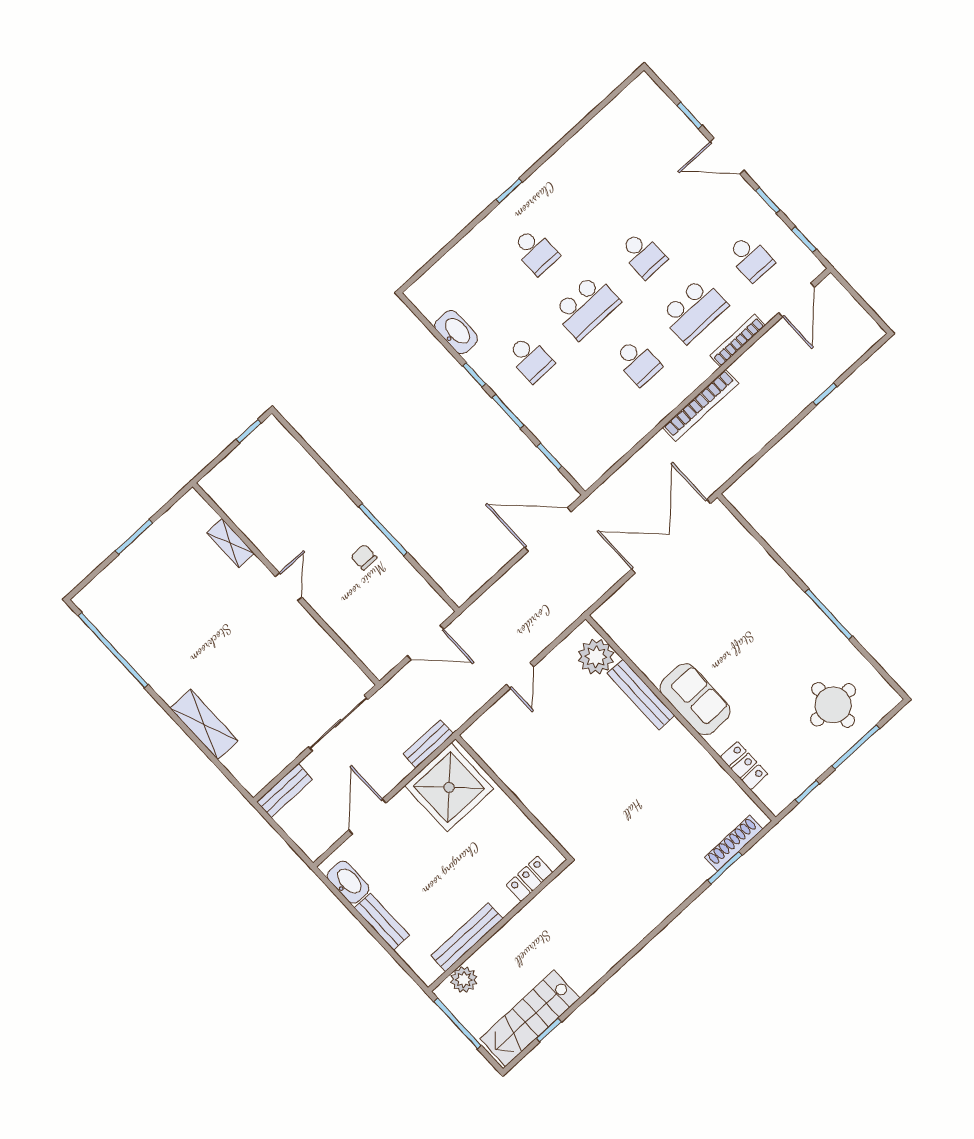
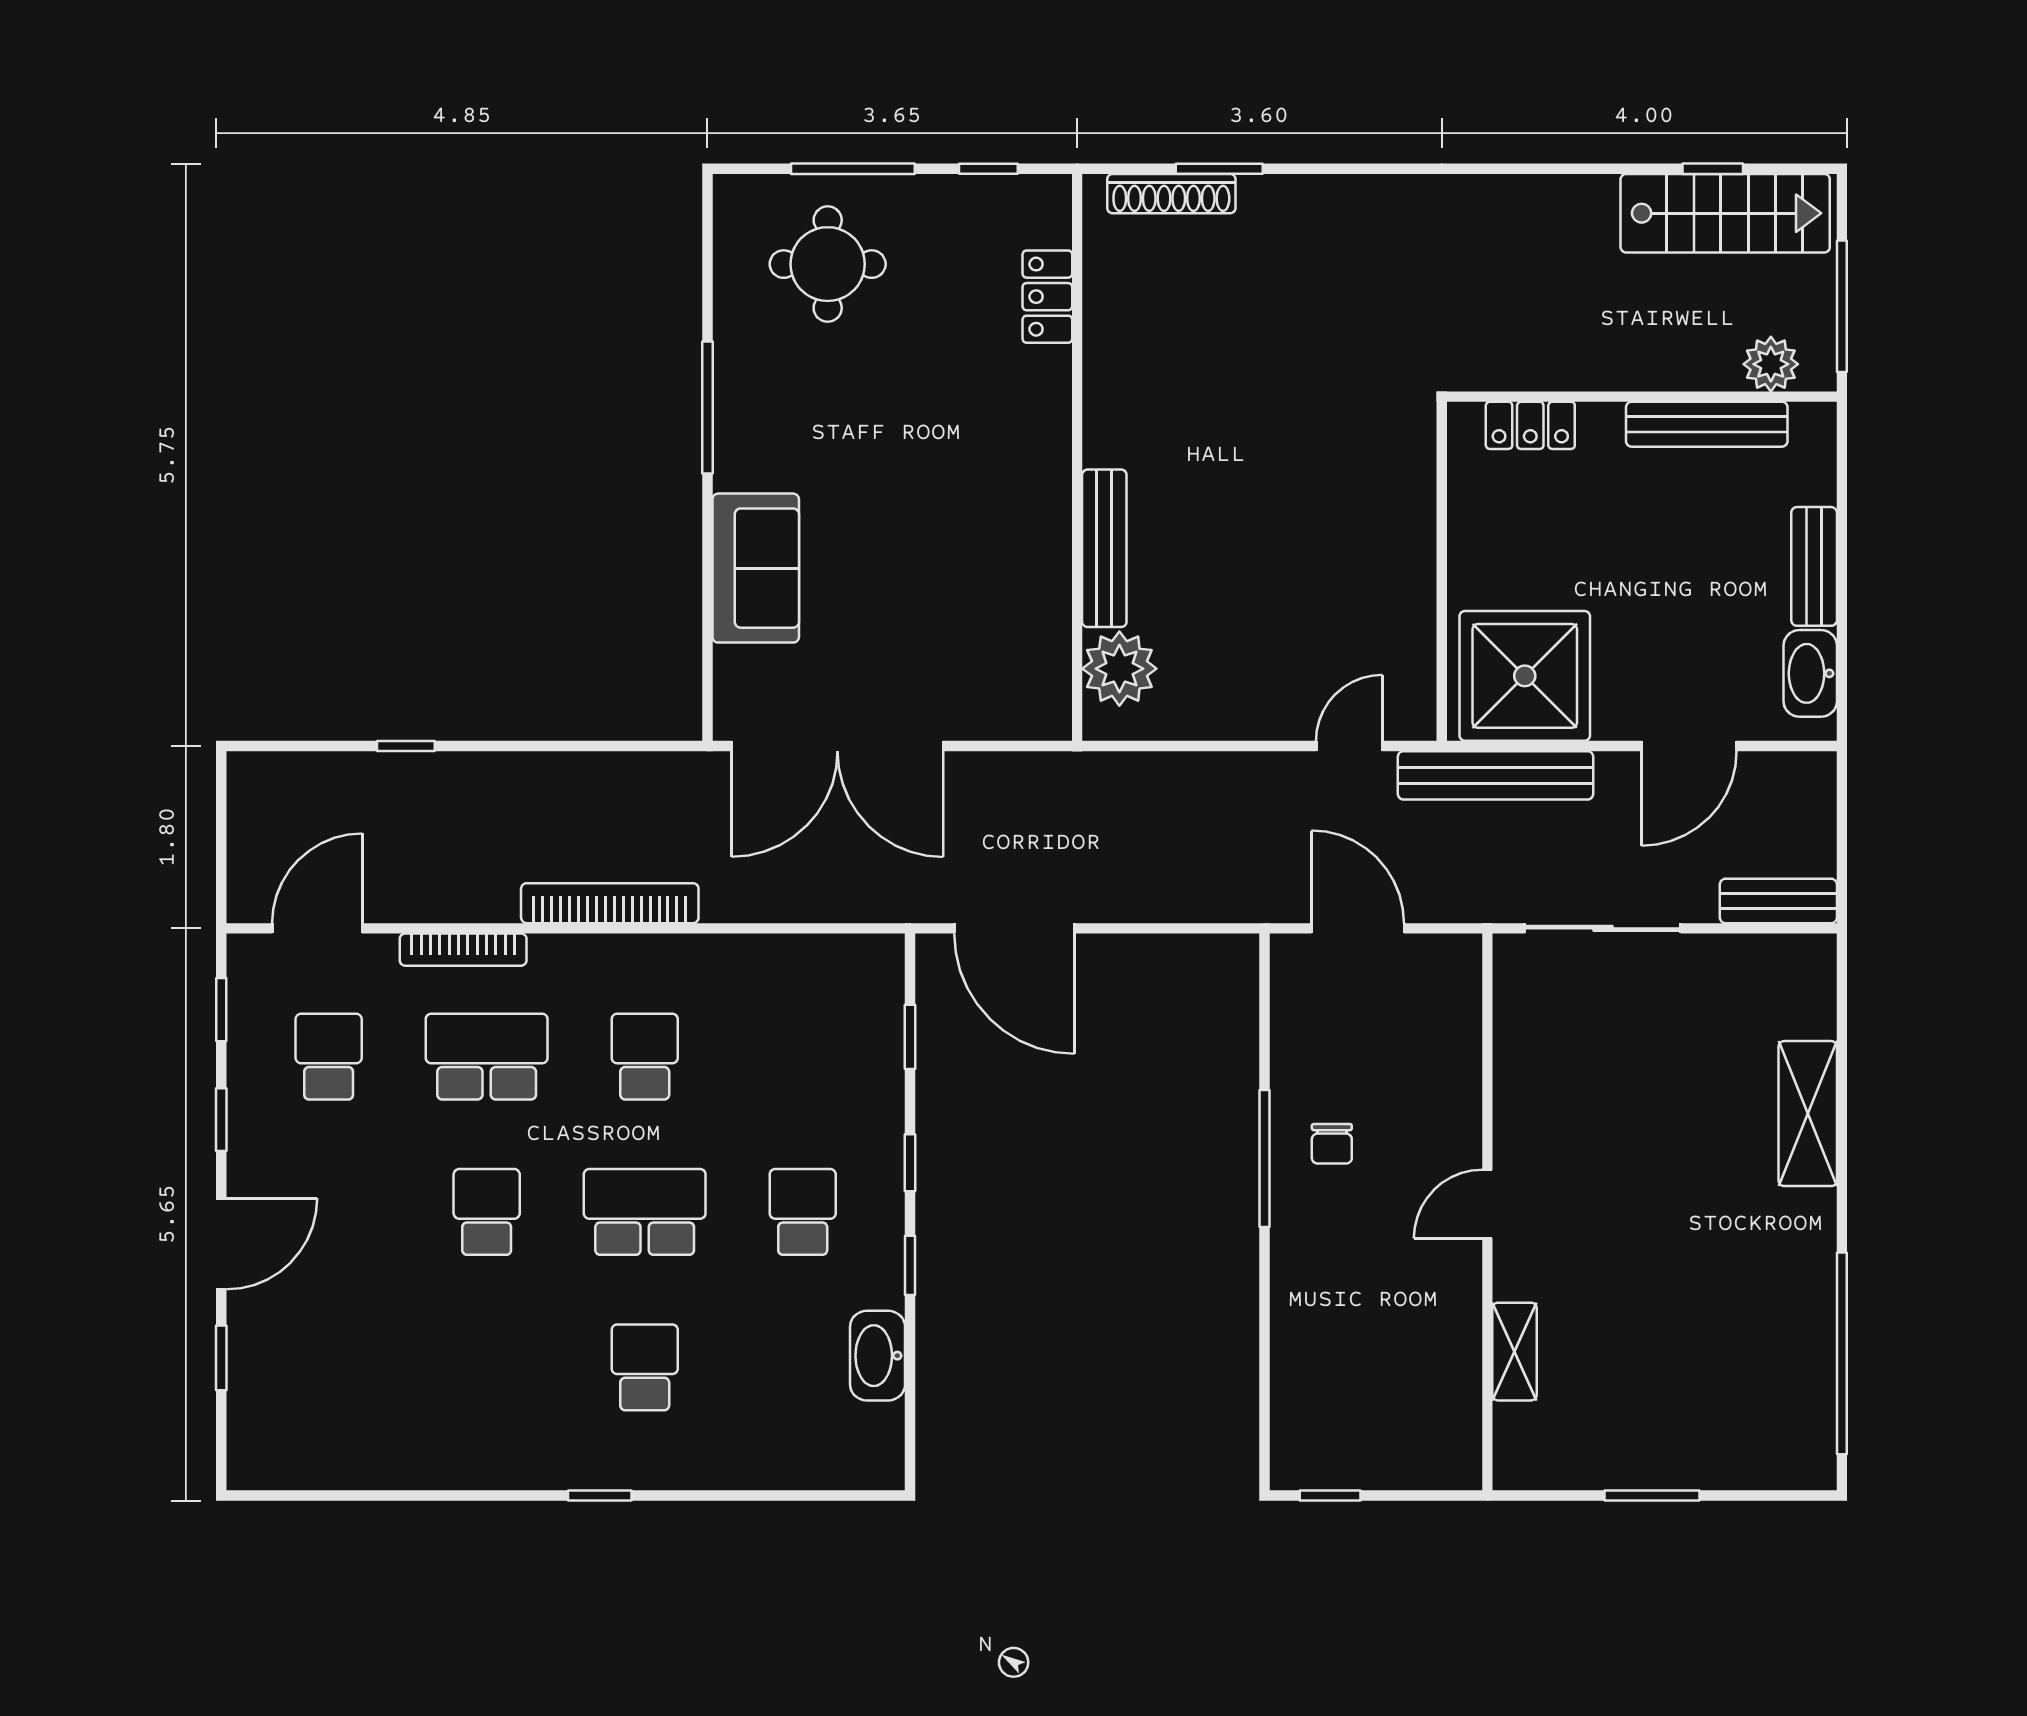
door: (727, 156) -> (221, 1244), hinge flipped
window: (508, 412) -> (910, 1163), width x0.67
door: (520, 676) -> (1349, 746), moved
sofa: (695, 699) -> (756, 568), moved, turned 180
bench: (428, 744) -> (1496, 775), width x1.86, depth x1.21

